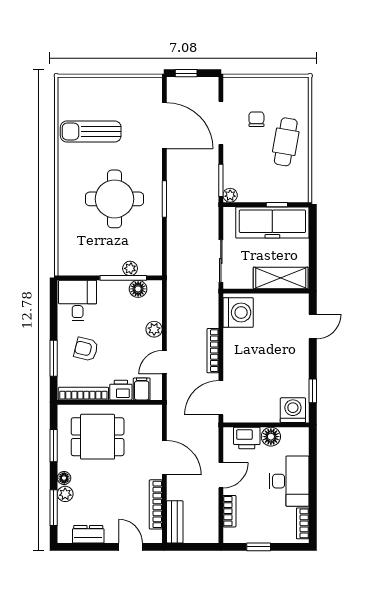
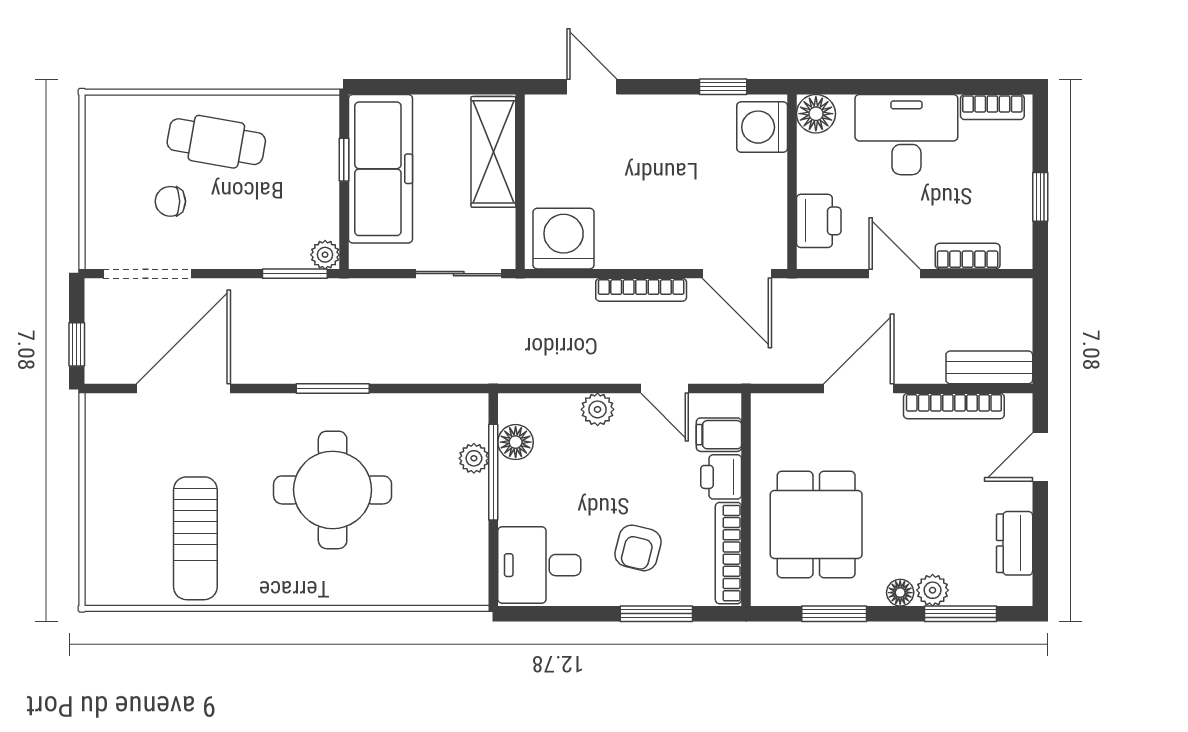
doorway: (221, 123) -> (147, 274), moved
floor lamp: (271, 437) -> (816, 114), moved

